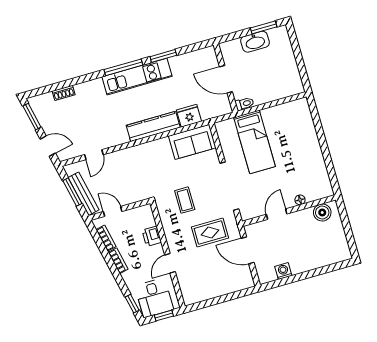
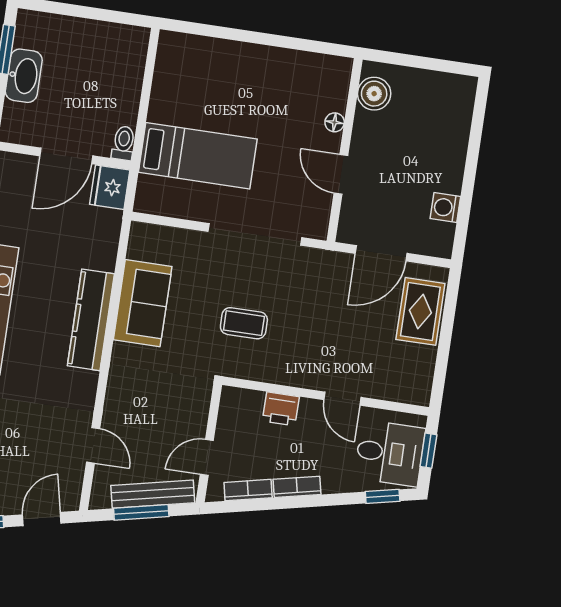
fridge: (189, 116) -> (110, 187), moved
sofa: (192, 142) -> (143, 303), moved
rug: (210, 233) -> (420, 311), moved

